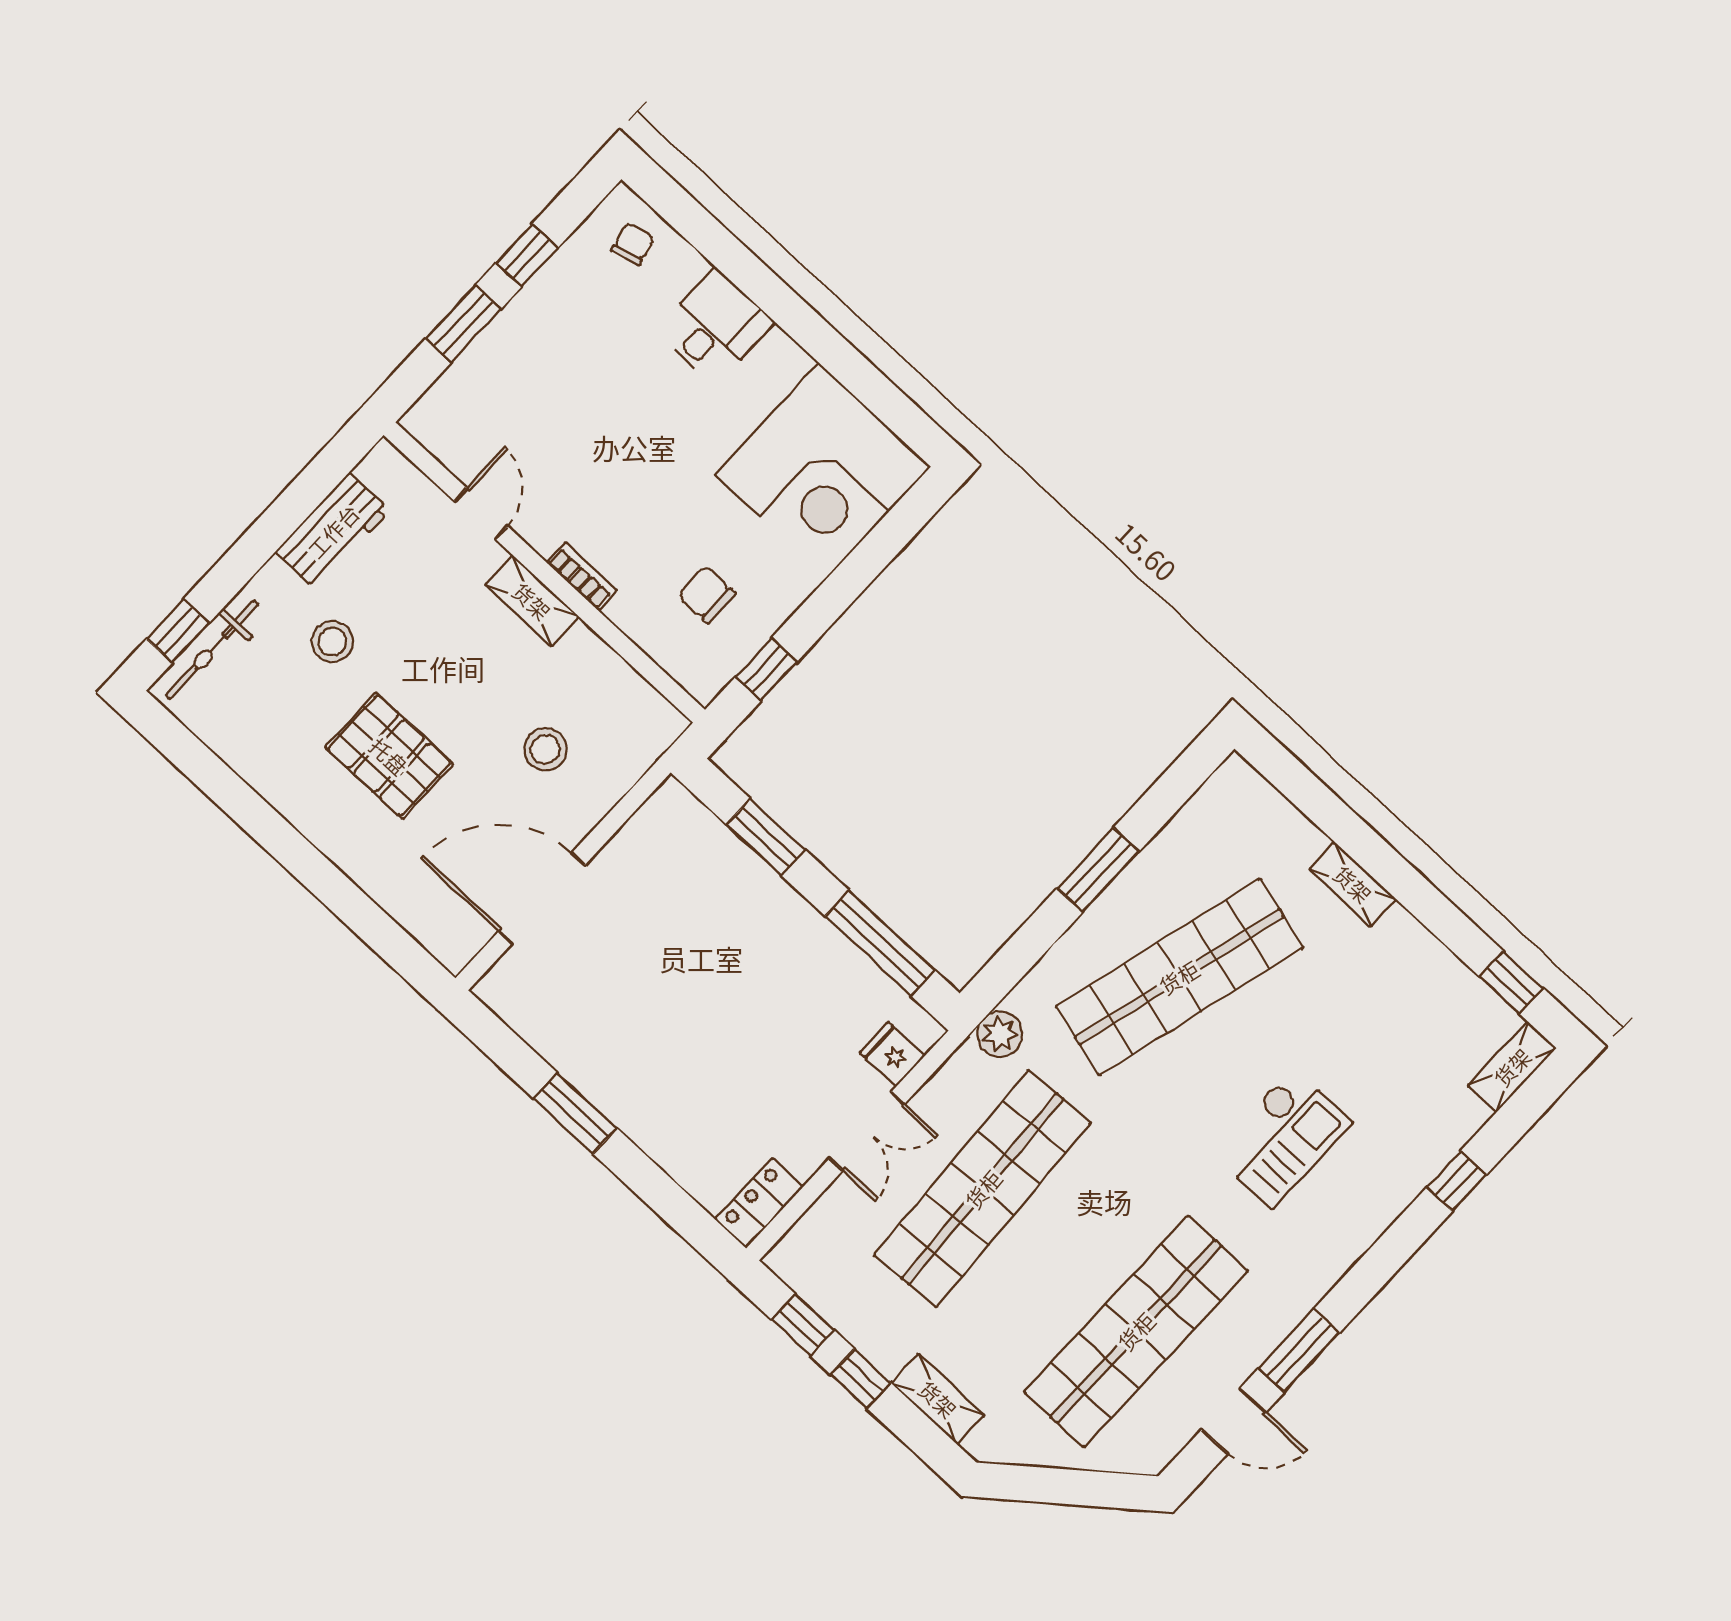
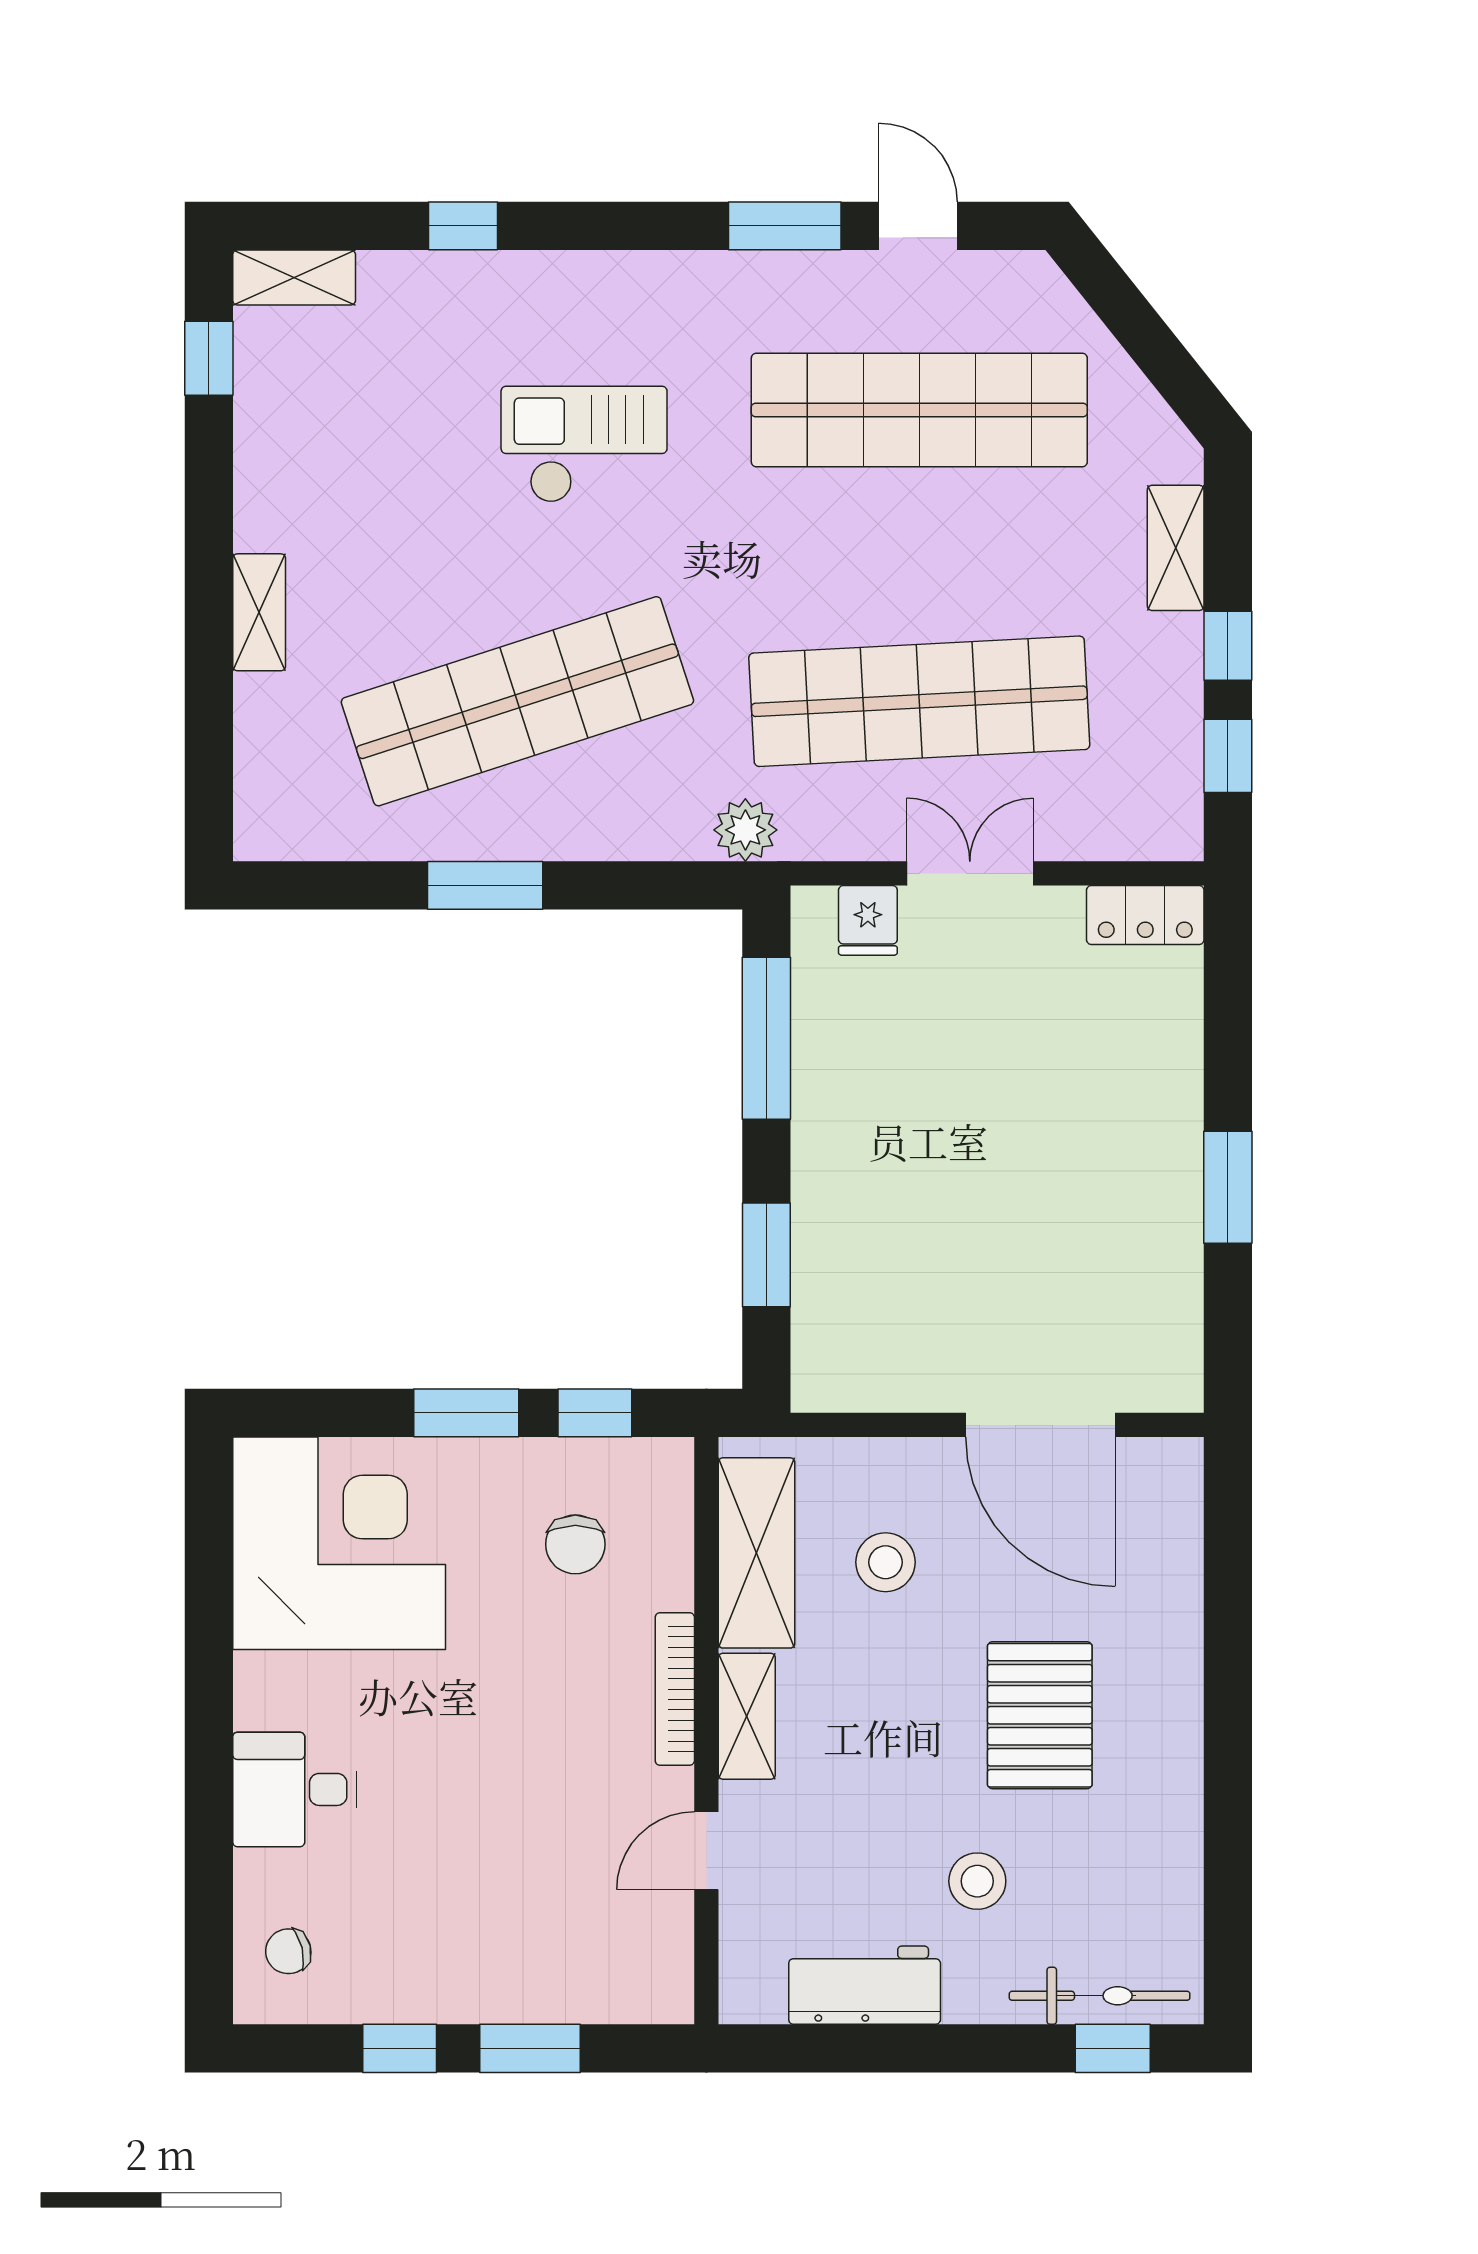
bookcase: (582, 576) -> (675, 1689), width x1.56
window: (829, 601) -> (466, 1413), added
shelving: (613, 686) -> (756, 1553), added
shop shelf: (1179, 977) -> (517, 701), turned -33

